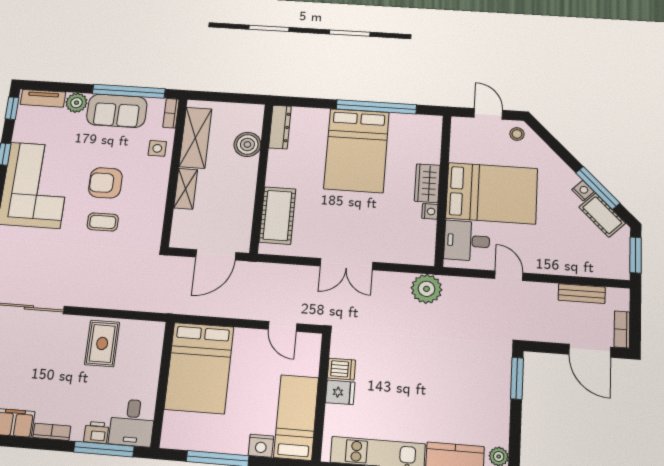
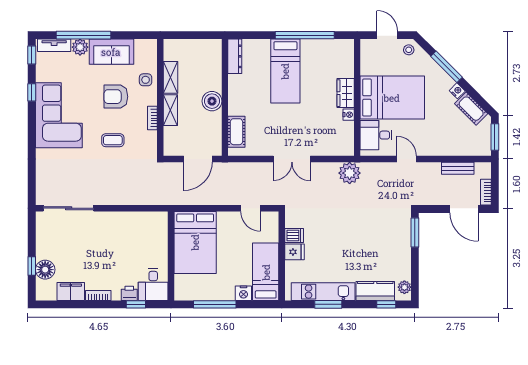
window: (129, 91) -> (83, 35), moved
bookcase: (171, 113) -> (152, 118), moved
shelving: (195, 138) -> (171, 77), width x0.67, depth x0.75
boiler: (247, 144) -> (212, 101), moved
bed: (357, 150) -> (285, 71), width x0.67
armchair: (105, 183) -> (116, 97), moved
window: (598, 188) -> (447, 67), moved
cot: (277, 216) -> (236, 132), width x0.73, depth x0.75
rug: (102, 343) -> (125, 230), removed
window: (104, 449) -> (136, 304), width x0.46

